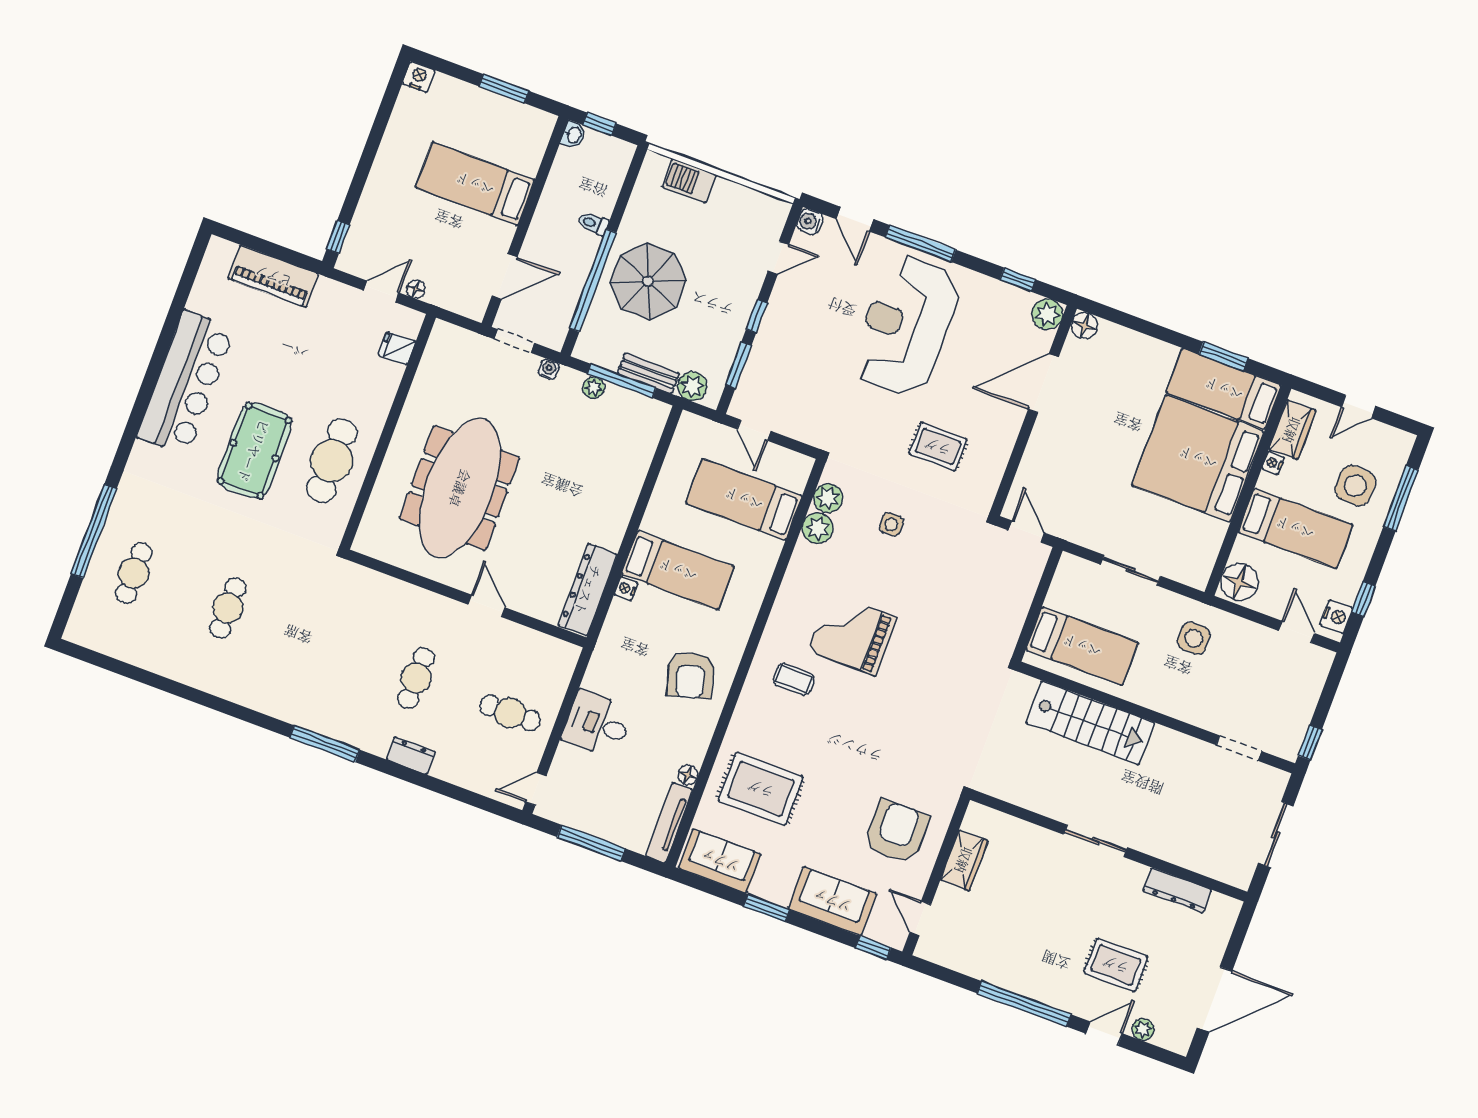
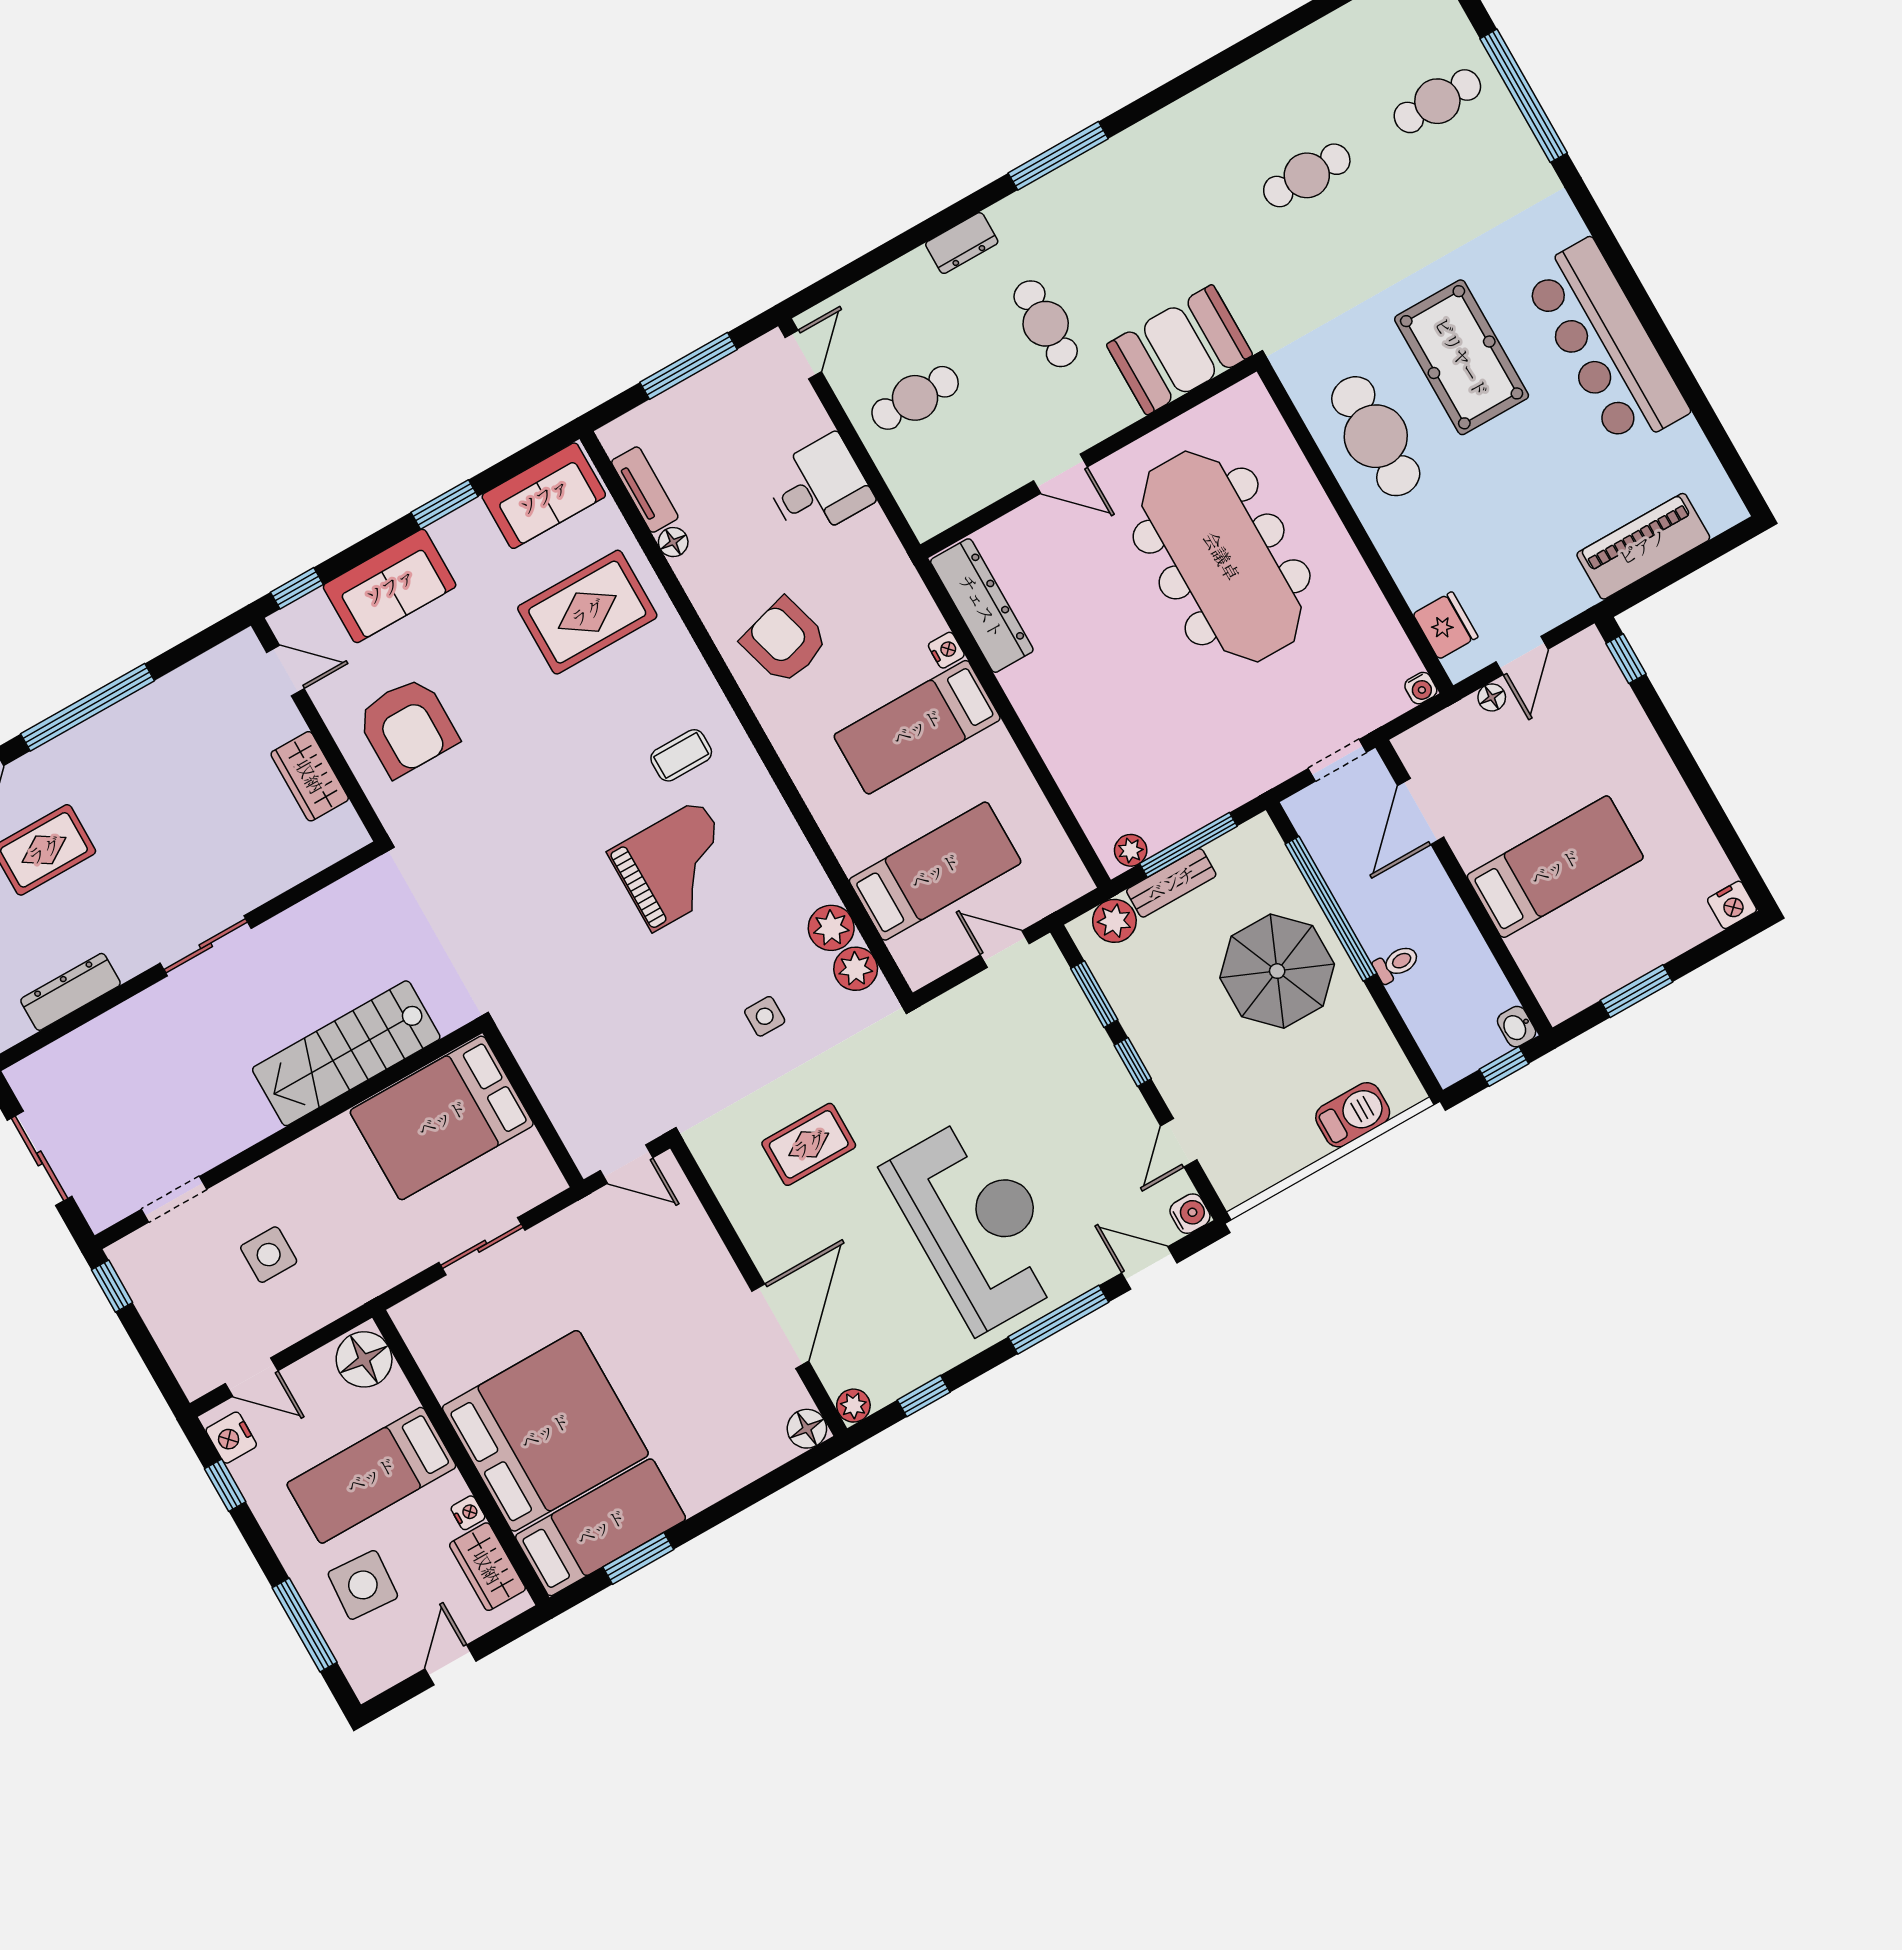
plant: (1047, 314) -> (853, 1406), width x0.73, depth x0.73
fridge: (397, 348) -> (1445, 625), width x1.38
water cooler: (549, 369) -> (1421, 688), moved
plant: (594, 388) -> (1131, 850), moved
cafe table: (134, 573) -> (1437, 101), turned 90
booth: (372, 598) -> (1179, 350), added
cafe table: (228, 608) -> (1307, 175), turned 90
side table: (1194, 638) -> (269, 1255), moved
bed: (1082, 646) -> (442, 1118), width x1.50
tv unit: (669, 823) -> (645, 490), width x0.71

